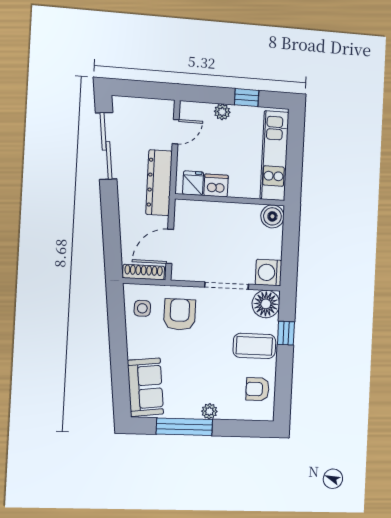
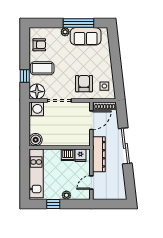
sliding door: (106, 146) -> (125, 146), moved
armchair: (180, 314) -> (84, 84), turned 180
sofa: (145, 387) -> (86, 36), moved, turned -84

